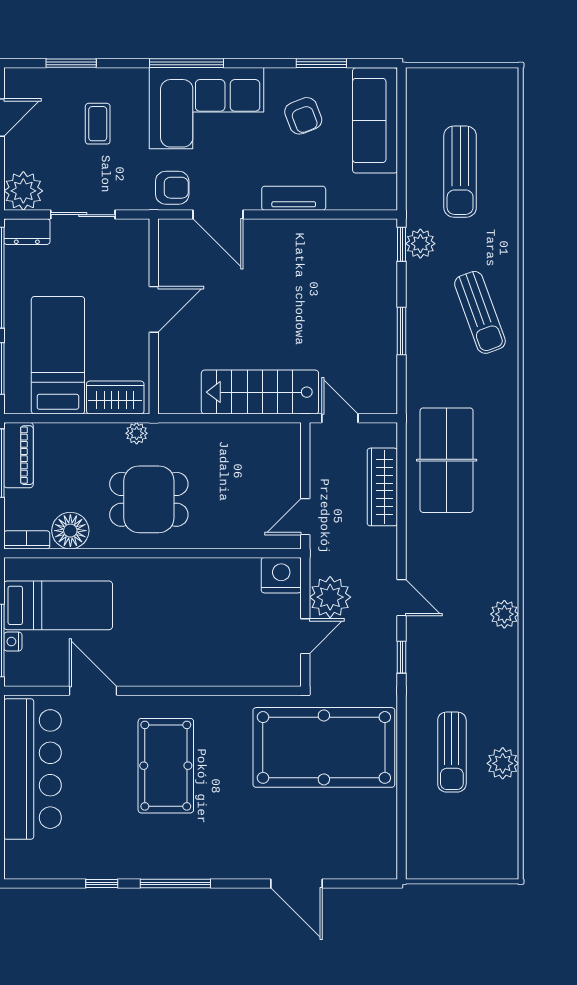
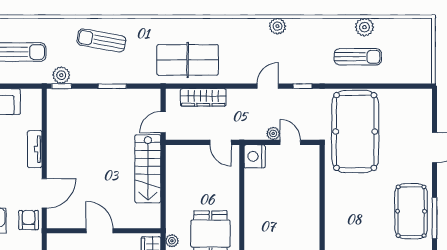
sun lounger: (480, 312) -> (101, 40), turned -150
plant: (330, 597) -> (273, 134), width x0.53, depth x0.53
pool table: (166, 766) -> (411, 211), moved, turned 90

